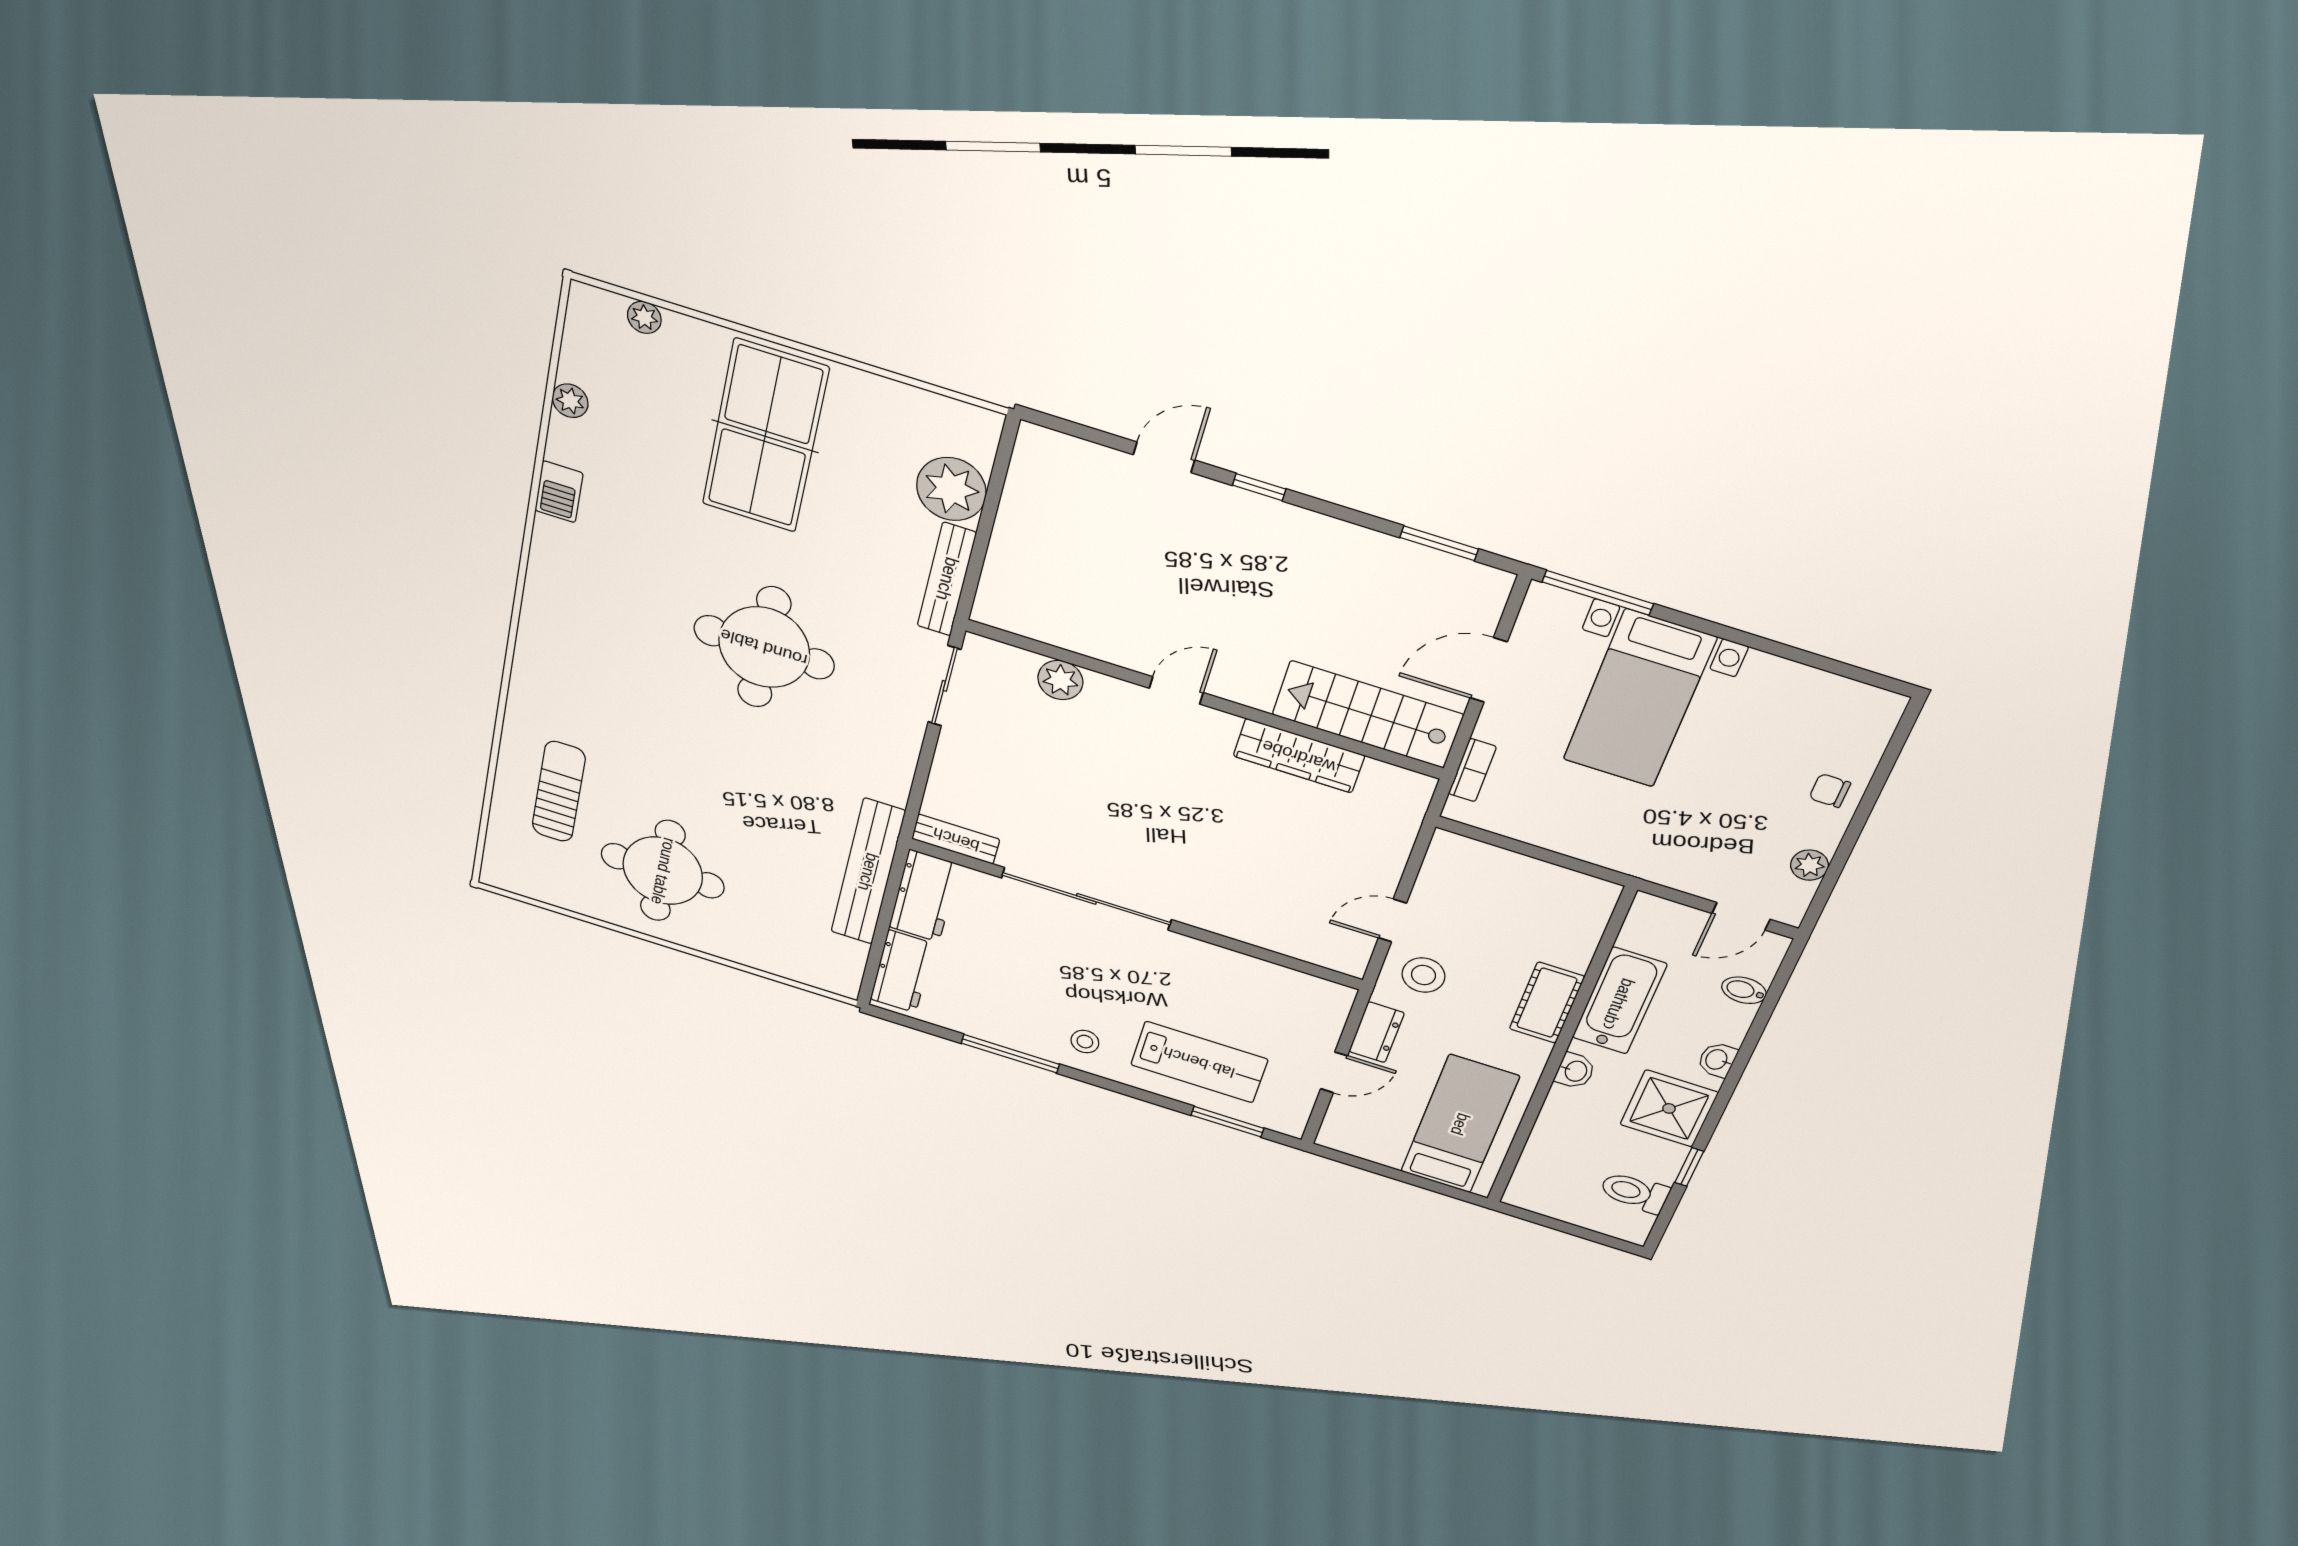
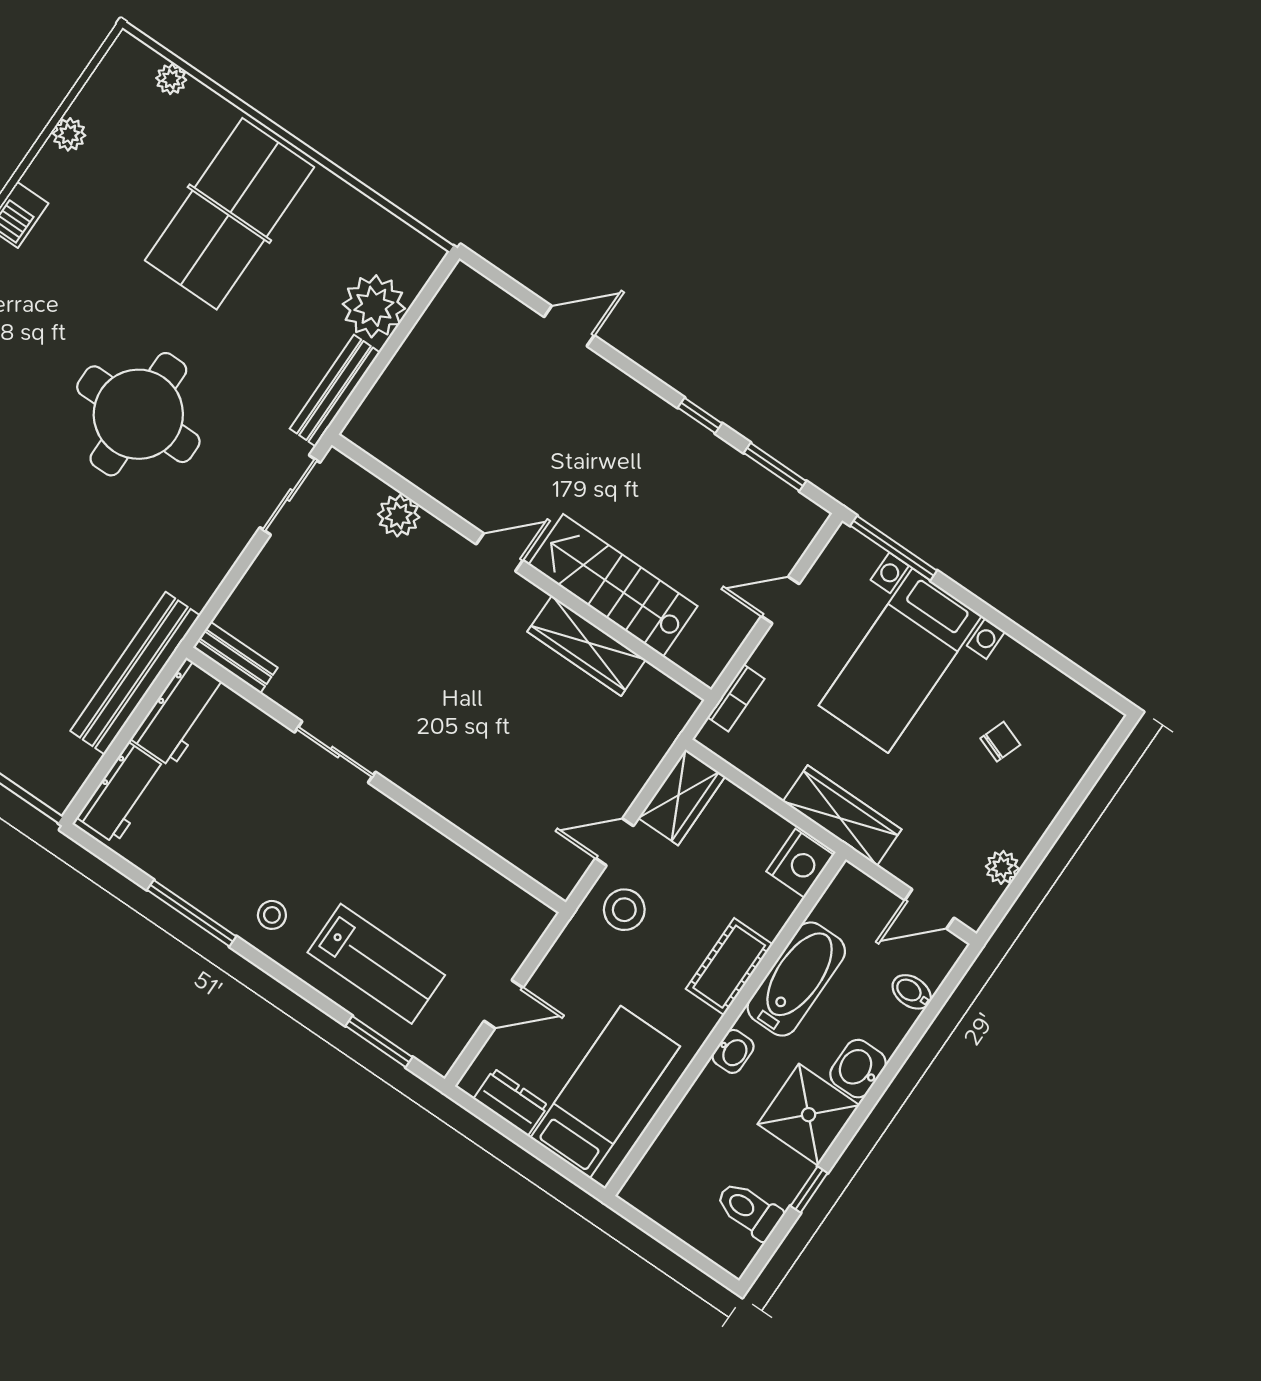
window: (1259, 487) -> (700, 415), moved
door: (1489, 670) -> (780, 600), width x0.73
stairs: (1368, 715) -> (613, 585), moved
chair: (1830, 791) -> (1000, 742), moved, turned 110
wardrobe: (1621, 852) -> (842, 815), added
wardrobe: (1447, 869) -> (682, 797), added
sliding door: (1086, 899) -> (335, 752), width x0.54
nightstand: (1590, 902) -> (800, 863), added
dresser: (1377, 1032) -> (511, 1102), moved, turned -90
washbasin: (1717, 1060) -> (858, 1069), width x1.38, depth x1.45

